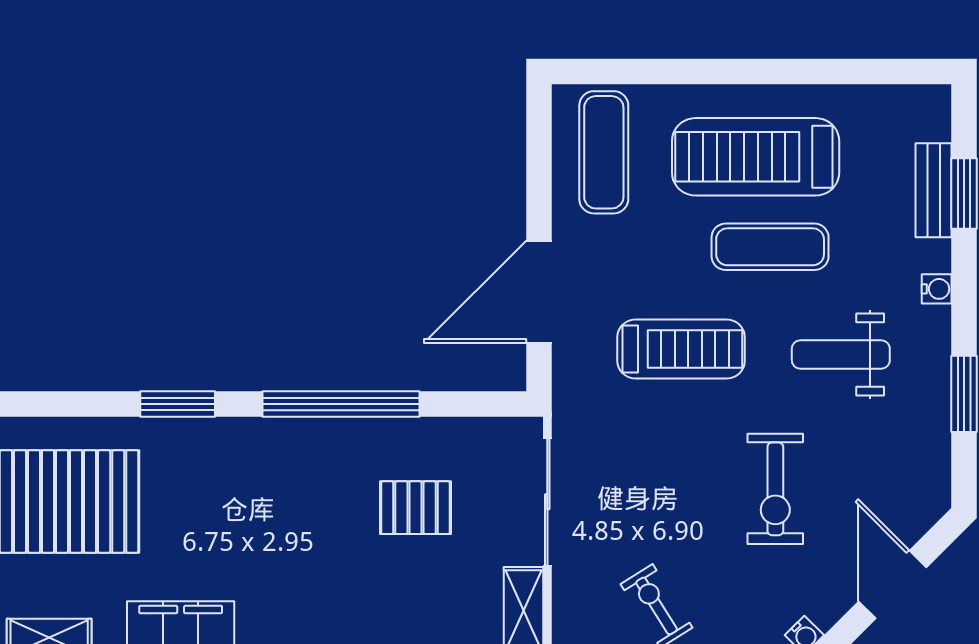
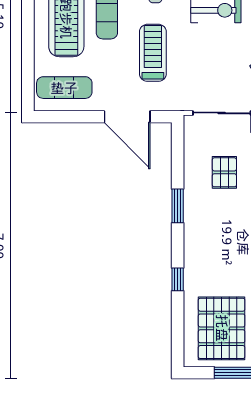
window: (178, 404) -> (178, 279), width x0.67
window: (341, 404) -> (178, 206), width x0.47

